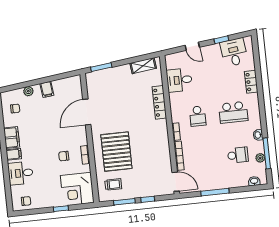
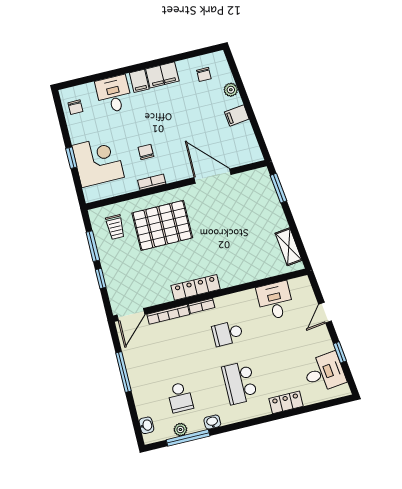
locker: (159, 102) -> (196, 287), moved
corner desk: (77, 189) -> (98, 161), moved, turned 90

